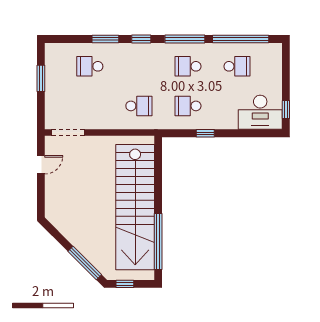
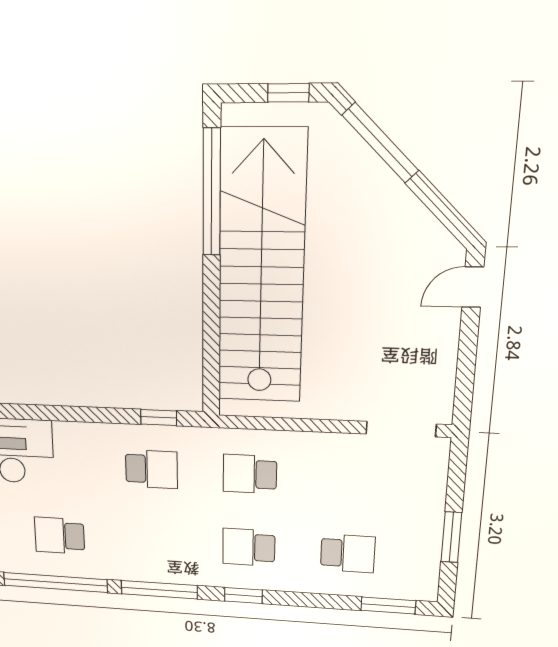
window: (105, 39) -> (388, 606), moved
school desk: (188, 66) -> (249, 547), moved, turned 180
window: (205, 133) -> (159, 417), moved
door: (41, 165) -> (473, 287), moved

